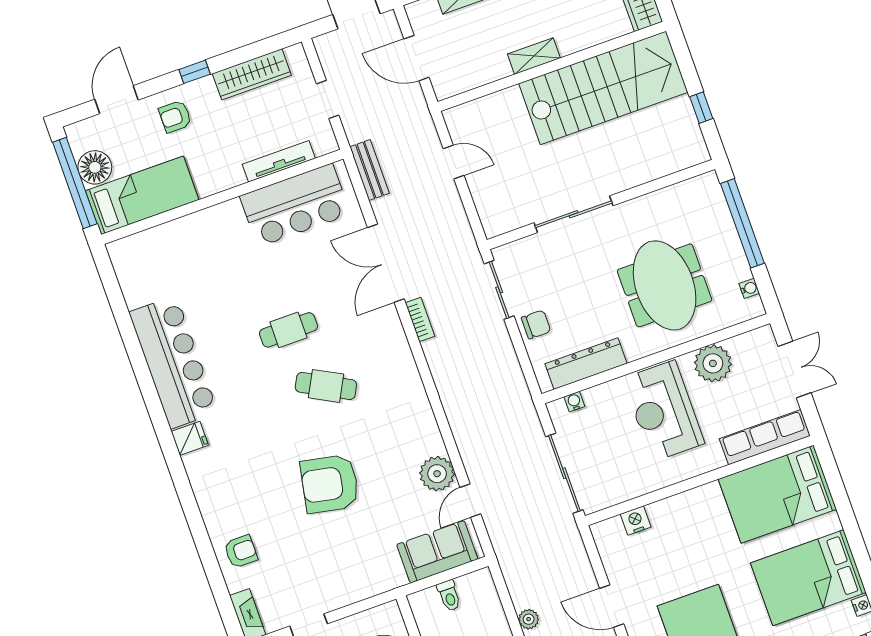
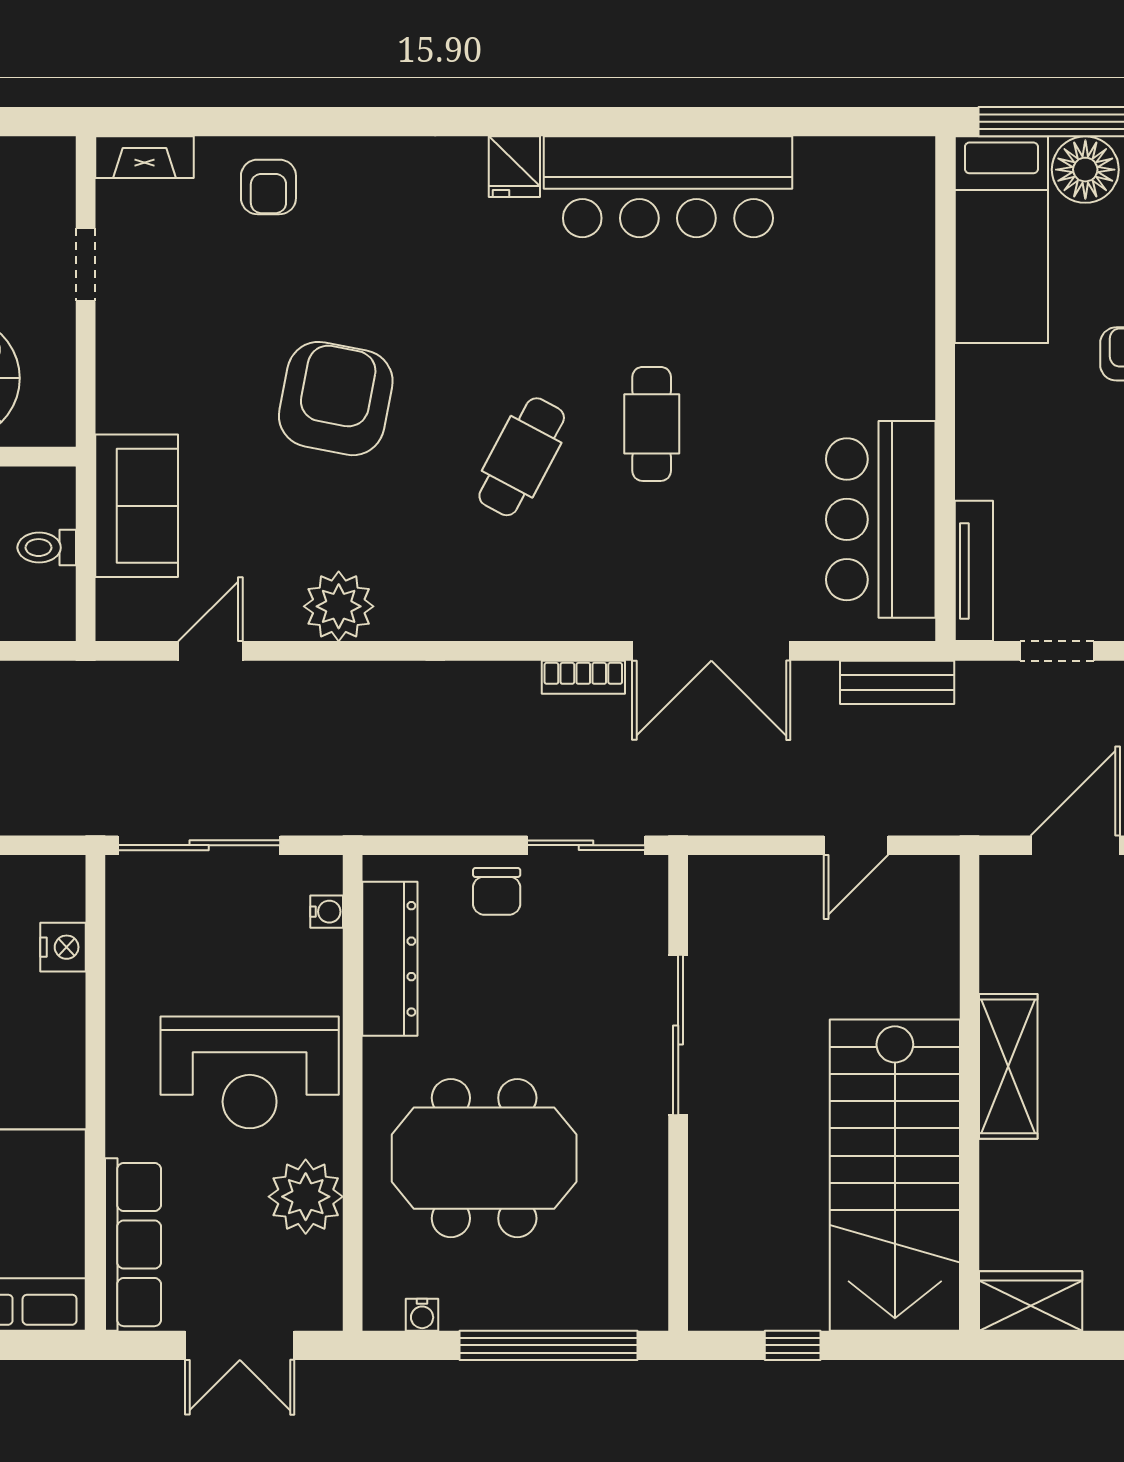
shelving: (534, 56) -> (1008, 1066), width x1.50, depth x1.33
tv unit: (279, 161) -> (974, 571), moved
double door: (386, 263) -> (711, 651), swing flipped
reception desk: (664, 411) -> (250, 1072), turned 180
plant: (437, 474) -> (339, 606), moved
door: (470, 501) -> (210, 651), hinge flipped
sofa: (437, 552) -> (137, 506), moved

